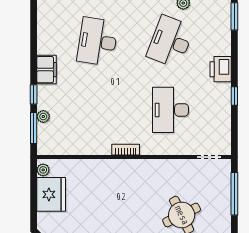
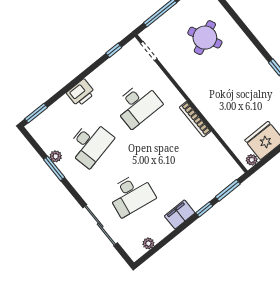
desk: (170, 42) -> (90, 144), turned -33
window: (234, 96) -> (114, 50), moved
plant: (43, 117) -> (148, 243), moved
bookcase: (126, 150) -> (195, 119), width x1.56

